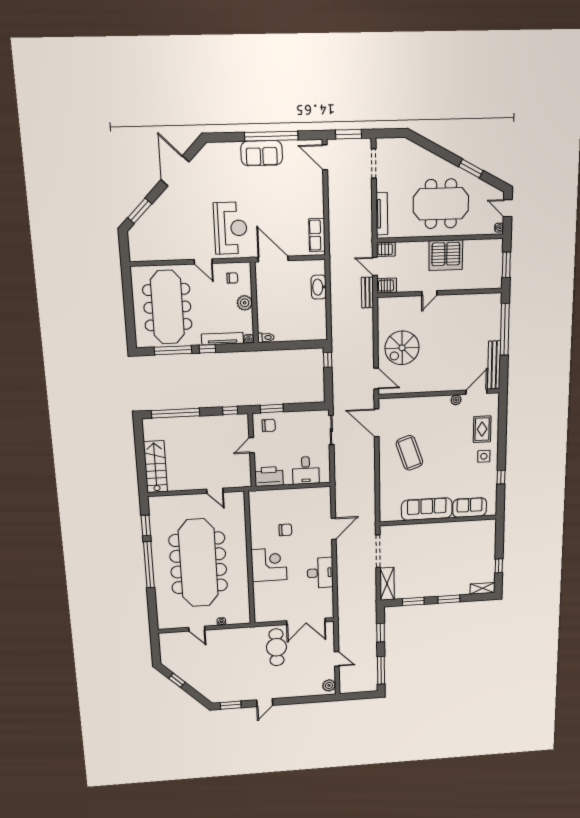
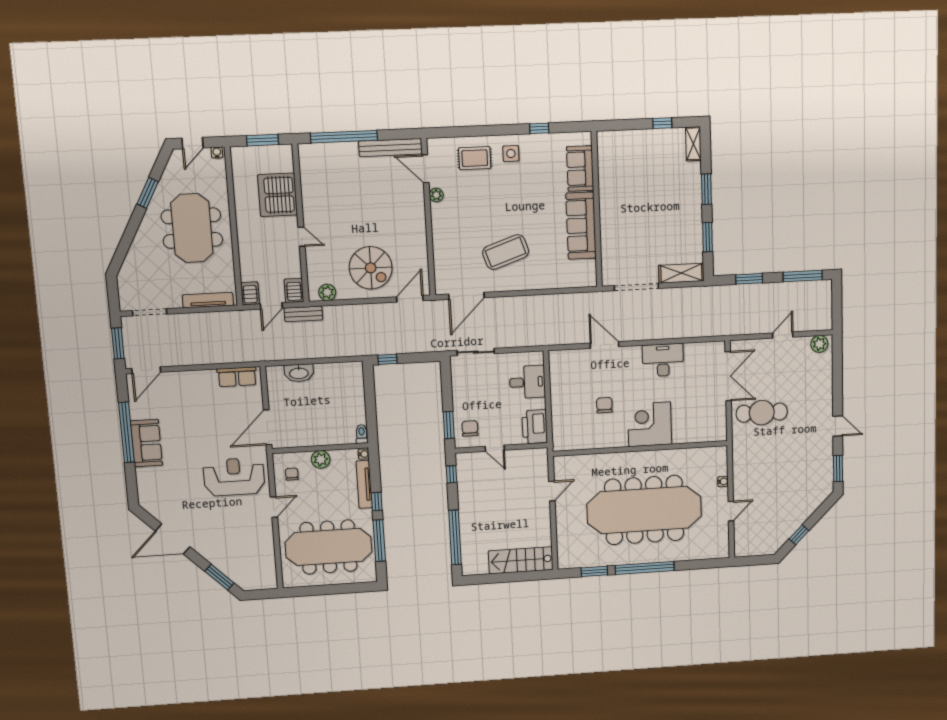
server rack: (446, 255) -> (278, 195), moved, turned 180
plant: (384, 312) -> (327, 292), added

